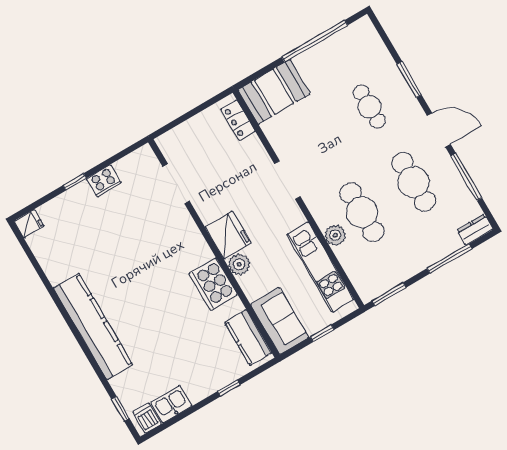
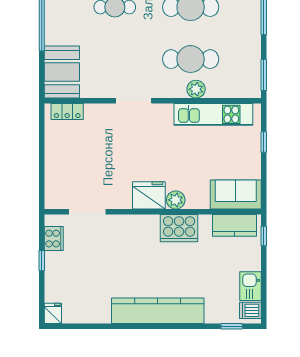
doorway: (176, 184) -> (88, 212), moved
fridge: (228, 235) -> (149, 195), moved
wall: (214, 248) -> (153, 212), moved
plant: (239, 264) -> (176, 200), moved
cooker: (213, 284) -> (179, 228), moved
sofa: (280, 321) -> (236, 194), moved
kitchen counter: (248, 338) -> (235, 225), moved

